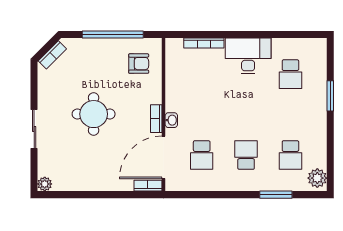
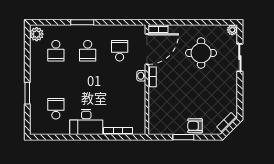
window: (113, 35) -> (183, 137), width x0.47
armchair: (139, 64) -> (195, 126), moved
round table: (94, 114) -> (201, 53), moved
sliding door: (34, 129) -> (240, 58), moved
school desk: (290, 155) -> (56, 51), turned 180
window: (276, 195) -> (82, 22), moved

